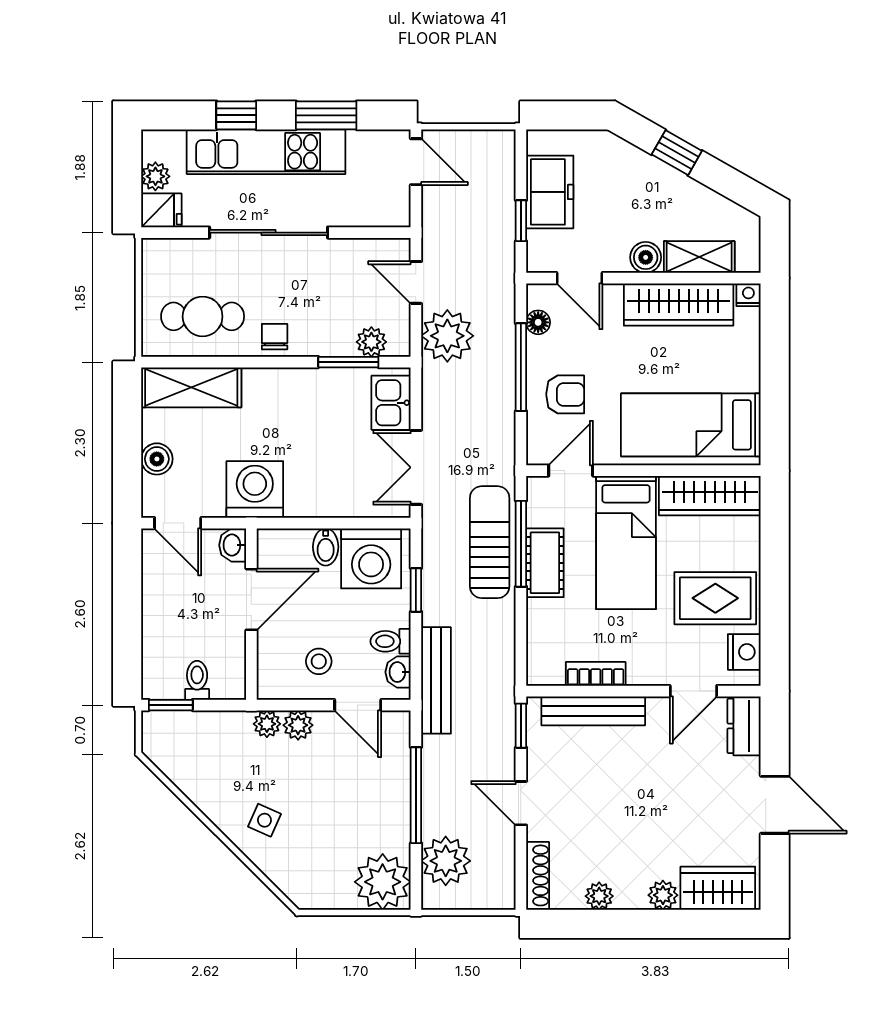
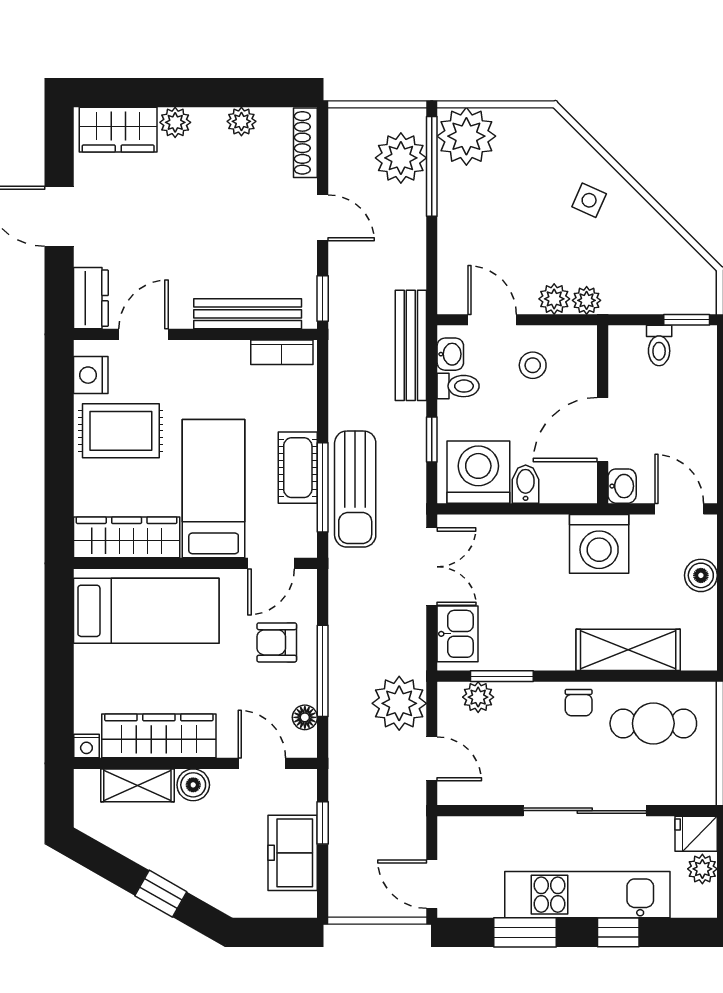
shelving: (191, 387) -> (628, 650), moved
bookcase: (596, 674) -> (282, 352), moved
window: (416, 795) -> (432, 166), moved

